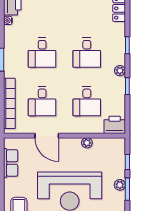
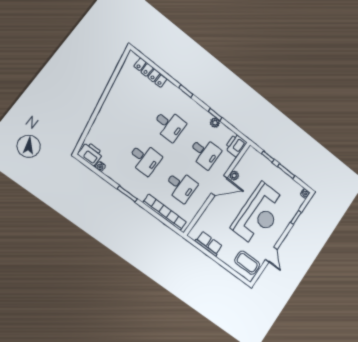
plant: (120, 71) -> (215, 123), moved
door: (47, 136) -> (219, 185), moved
plant: (120, 185) -> (280, 174), removed

